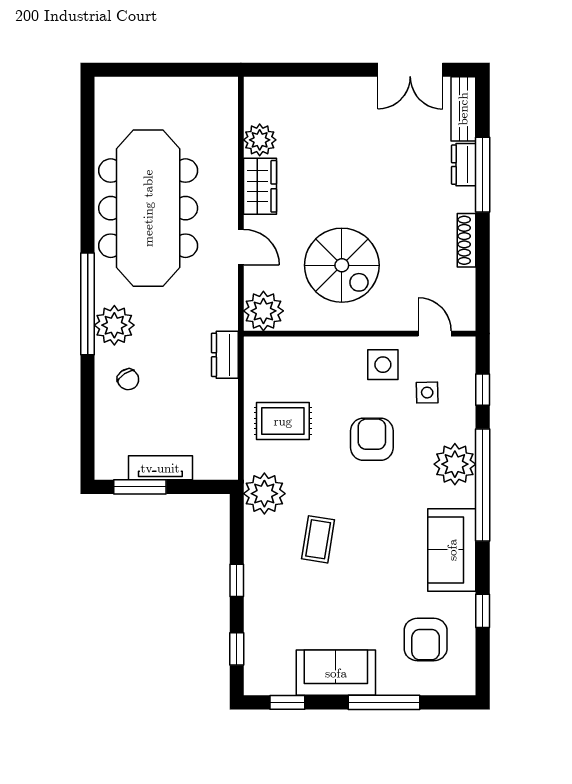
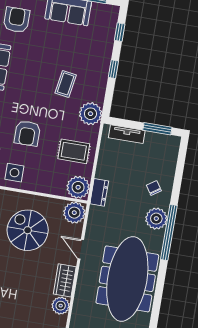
plant: (264, 358) -> (78, 187), added
tv unit: (160, 468) -> (127, 134), moved

